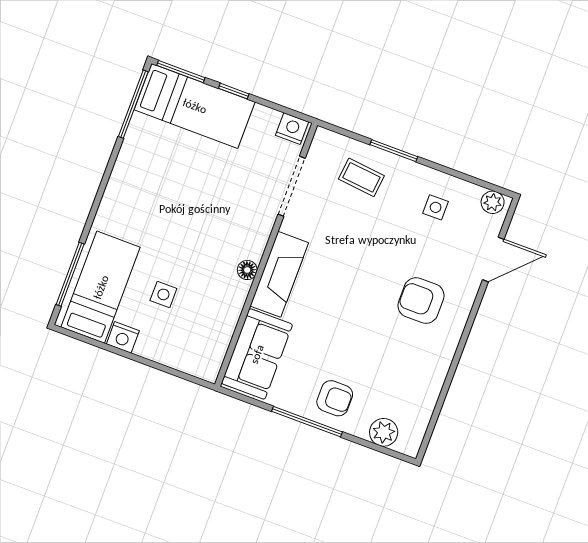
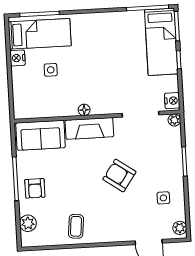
plant: (323, 138) -> (174, 120), added
coffee table: (361, 177) -> (76, 226), moved
armchair: (421, 301) -> (119, 176), moved, turned -55

